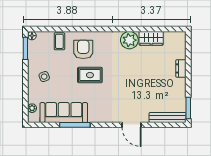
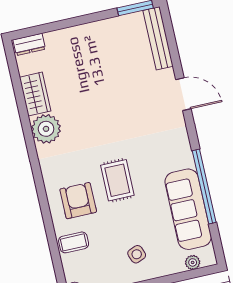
armchair: (83, 49) -> (78, 201), turned 90
dresser: (181, 68) -> (29, 44), moved
window: (75, 125) -> (204, 187), width x1.46
door: (132, 125) -> (183, 94), hinge flipped

